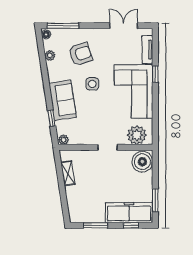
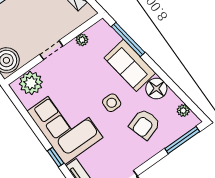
floor lamp: (46, 34) -> (156, 89), moved, width x1.89, depth x1.89
plant: (50, 55) -> (183, 111), moved
window: (52, 118) -> (128, 40), width x2.17
plant: (64, 140) -> (82, 40), moved

